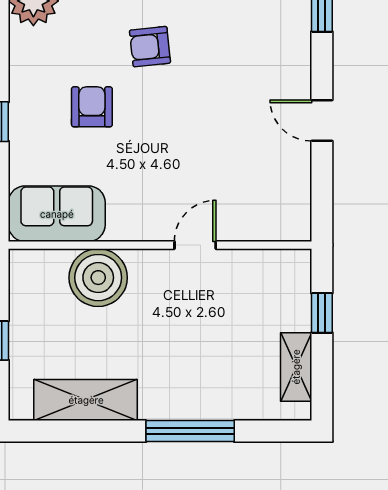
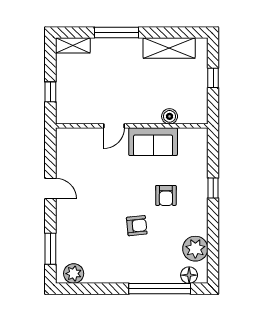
sofa: (57, 214) -> (153, 142), moved
boiler: (98, 278) -> (170, 116), width x0.54, depth x0.54
shelving: (296, 367) -> (73, 45), moved, turned 90

